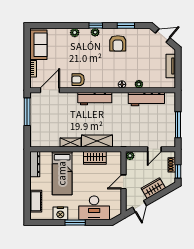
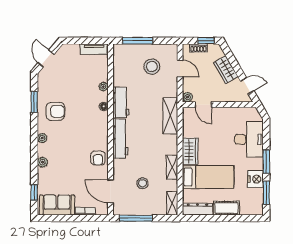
window: (96, 25) -> (34, 192), moved
tv unit: (171, 66) -> (94, 49), moved
workbench: (146, 99) -> (121, 102), moved, width x0.73
stool: (57, 117) -> (143, 183), added
stool: (156, 125) -> (152, 67), added
window: (178, 125) -> (138, 41), moved
shelving: (97, 141) -> (170, 116), moved
shelving: (40, 143) -> (172, 203), added
wardrobe: (95, 158) -> (190, 151), moved
door: (124, 182) -> (203, 105), moved
cot: (36, 201) -> (226, 208), moved
window: (49, 223) -> (266, 193), added

